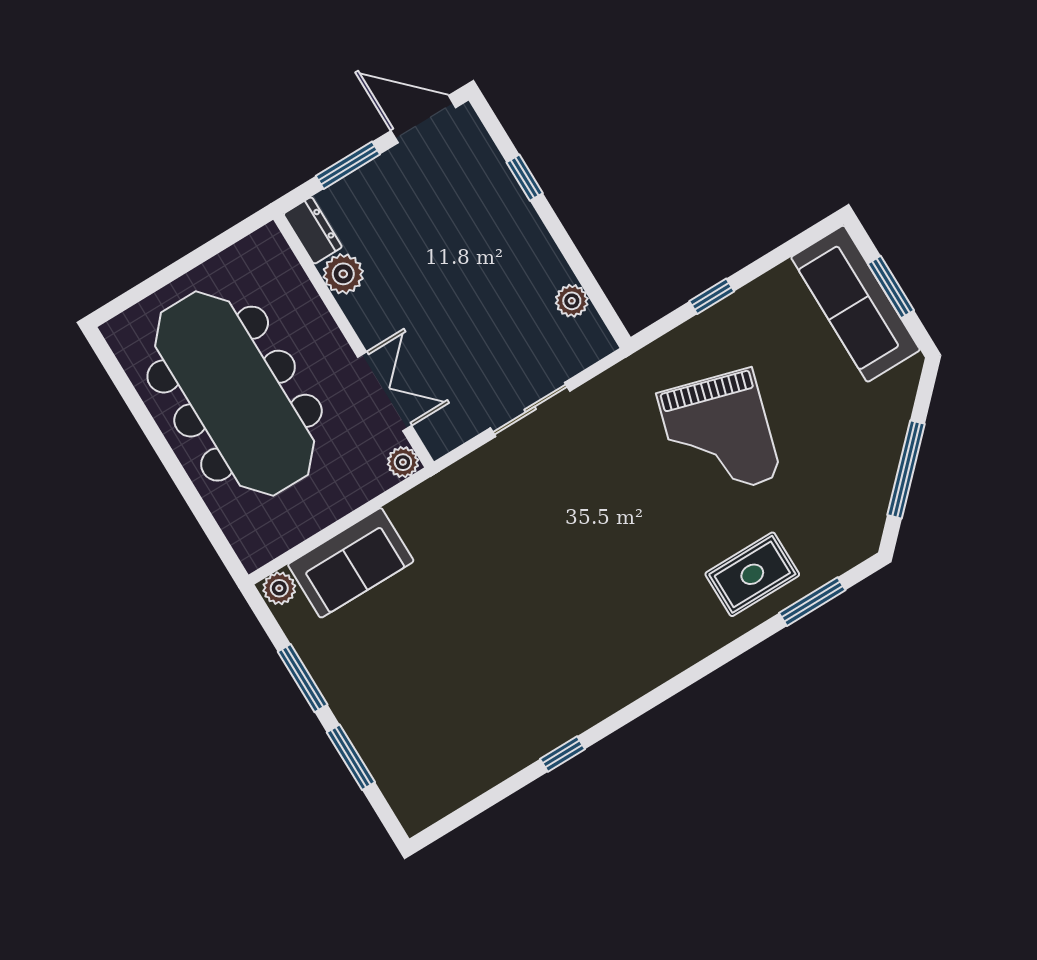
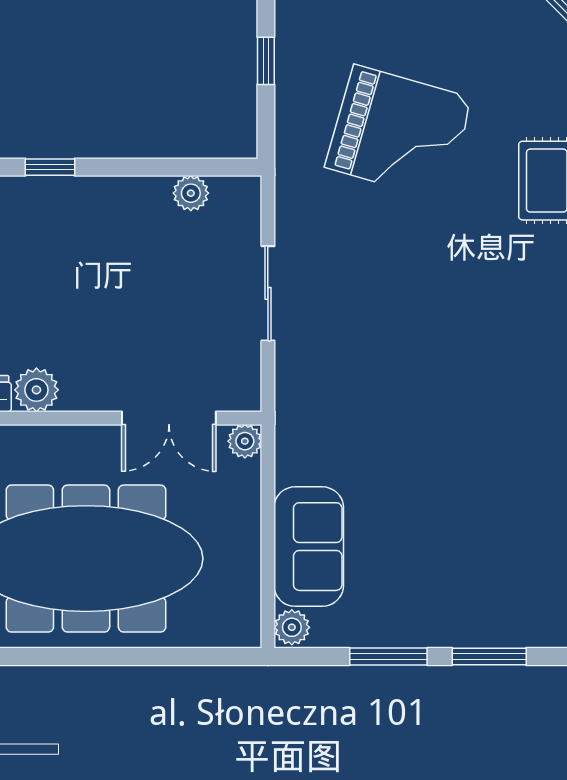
double door: (385, 391) -> (169, 418), swing flipped

